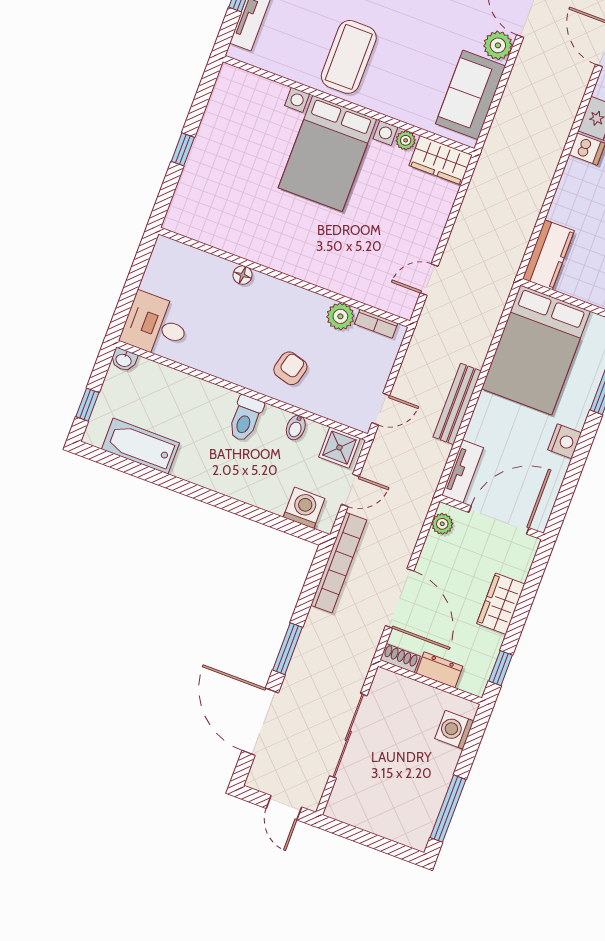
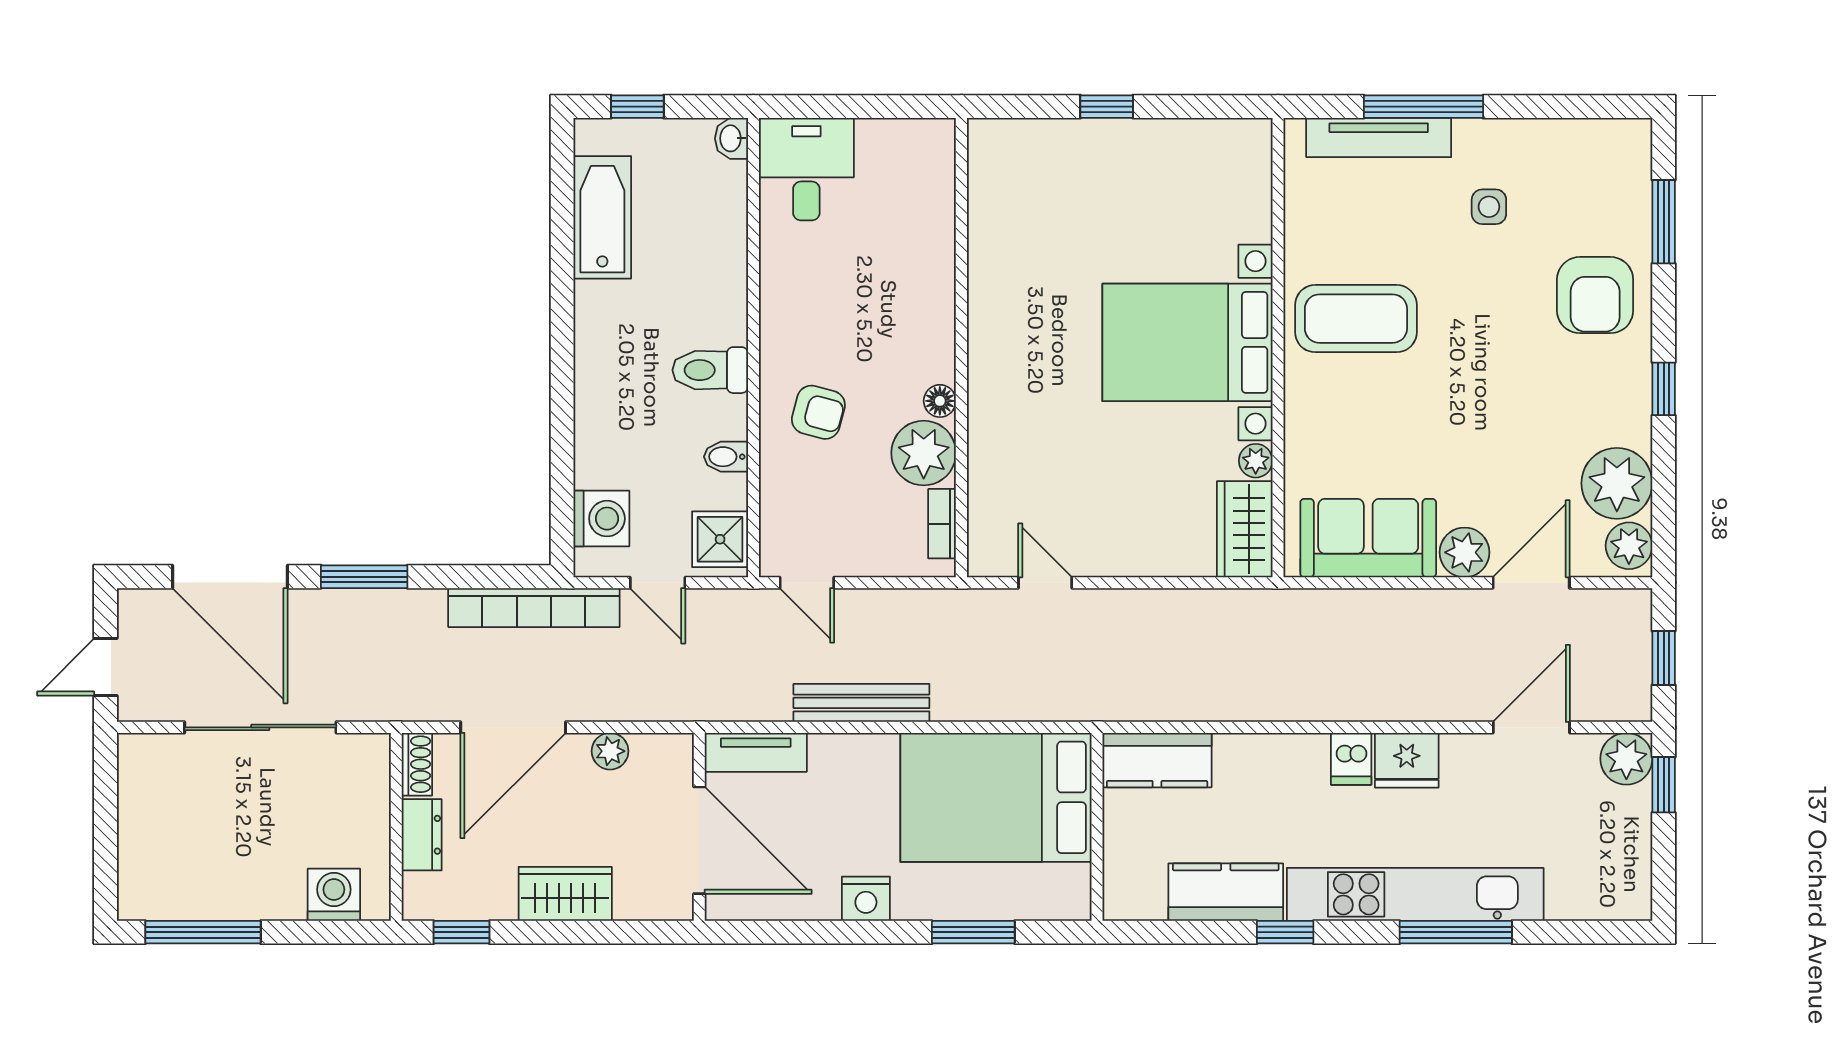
floor lamp: (243, 275) -> (940, 401), moved
plant: (340, 316) -> (924, 453), width x1.36, depth x1.36
plant: (442, 524) -> (610, 751), moved
door: (260, 722) -> (230, 577), swing flipped

